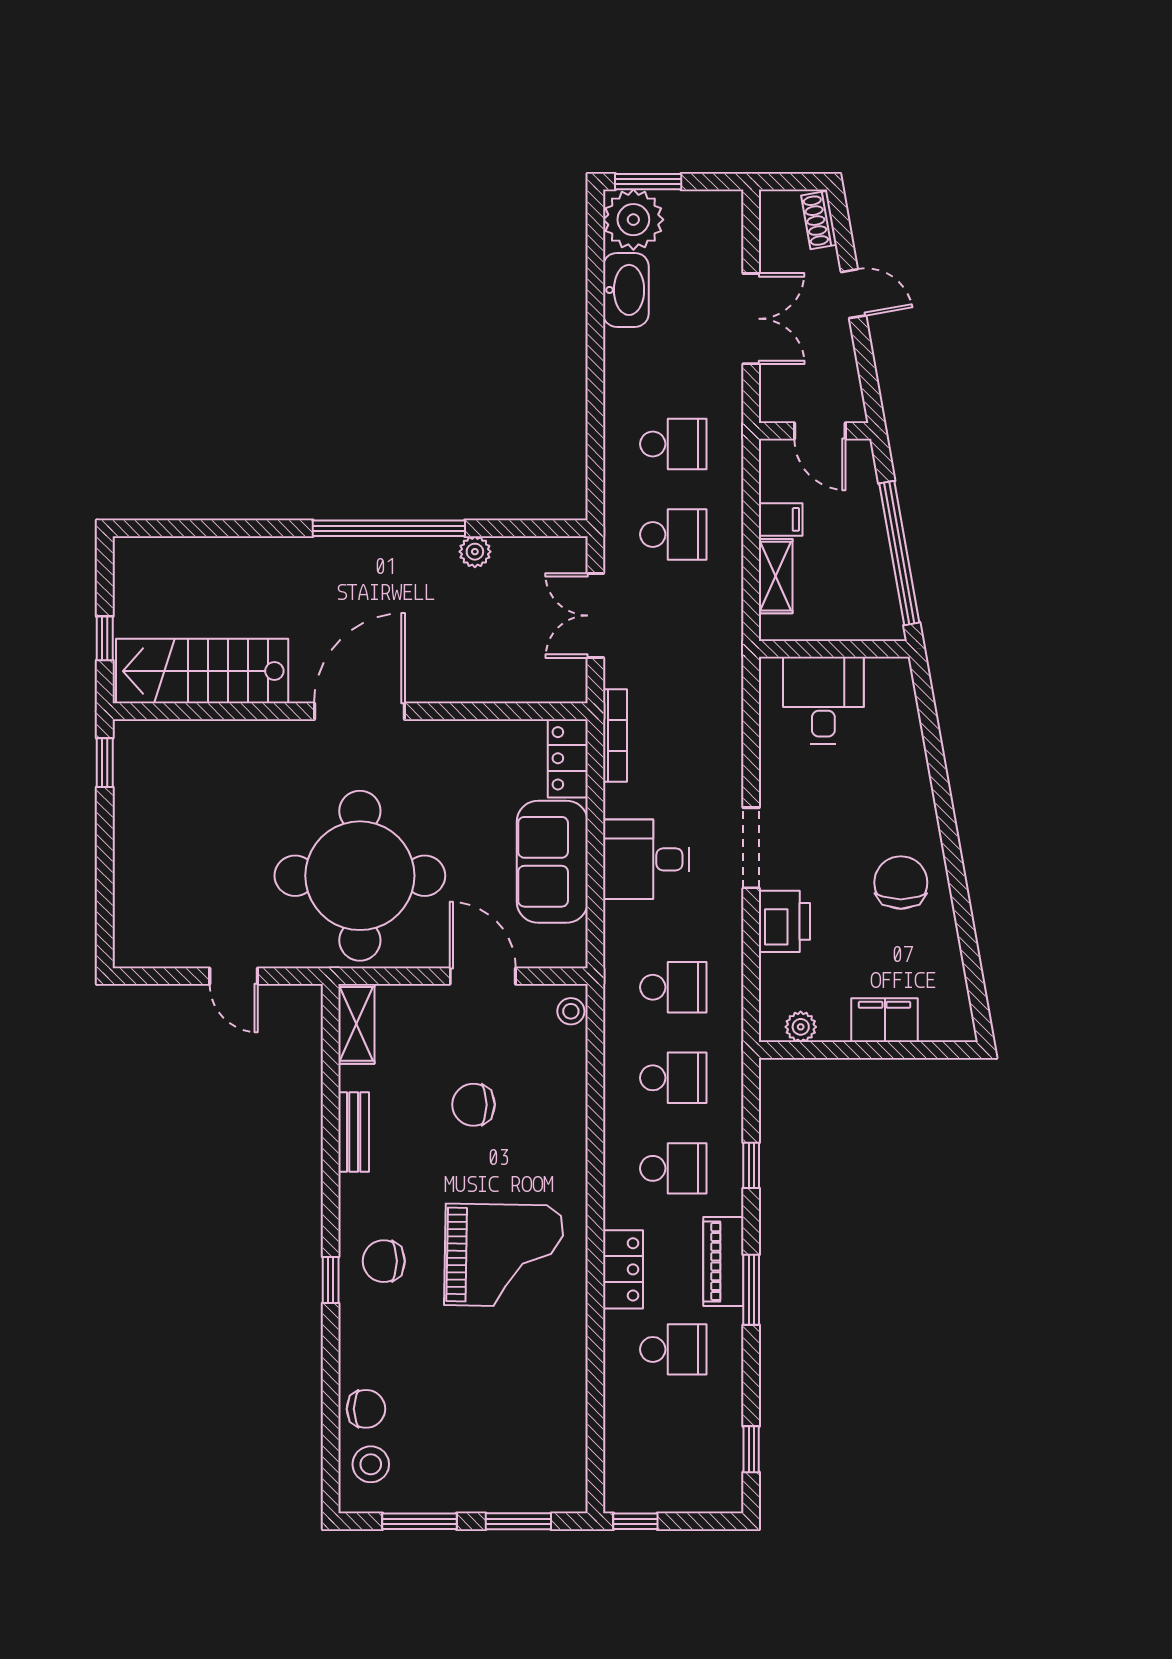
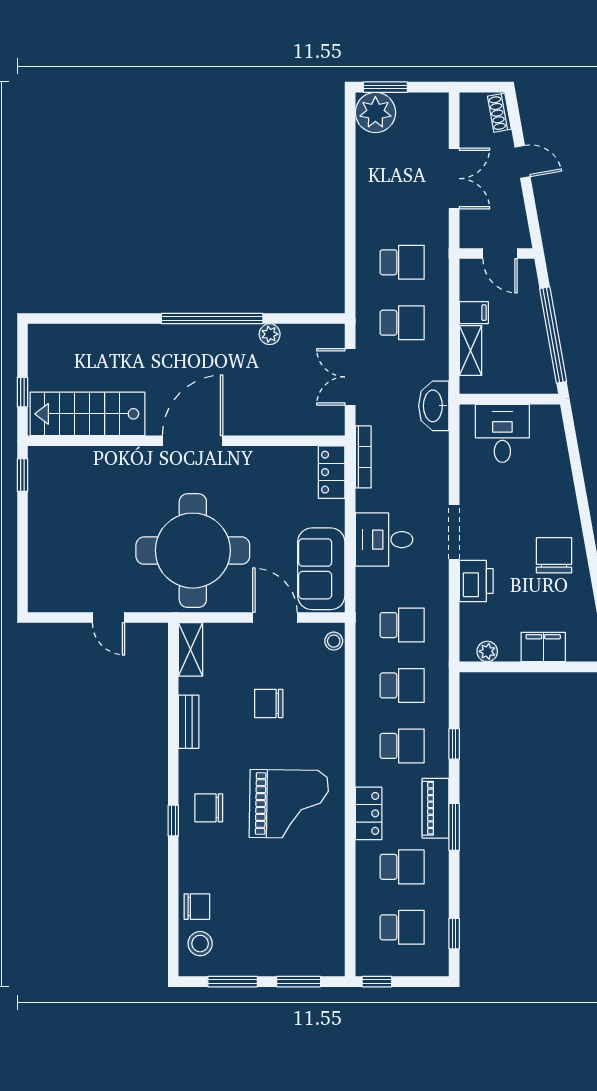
washbasin: (626, 290) -> (434, 406), moved, turned 180
sofa: (552, 862) -> (321, 569), moved
school desk: (673, 1440) -> (402, 927), added

